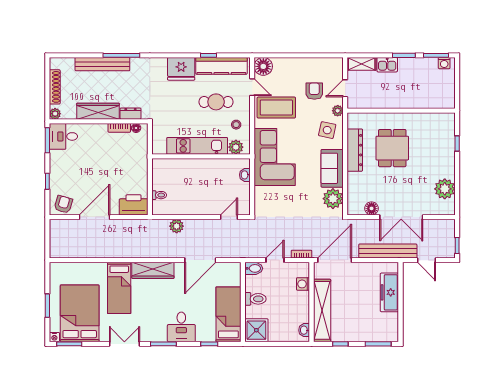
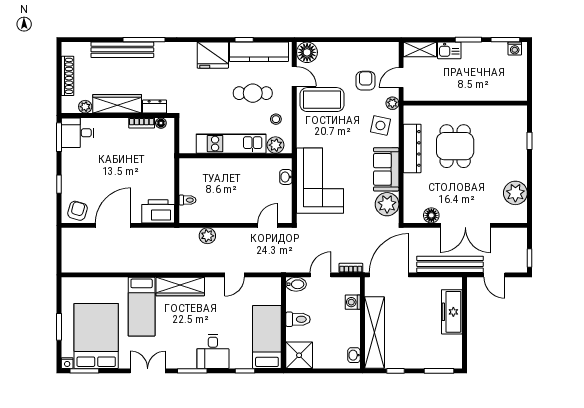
plant: (55, 114) -> (85, 107), moved
corner sofa: (275, 157) -> (320, 181), moved
door: (200, 260) -> (235, 275), width x0.53

